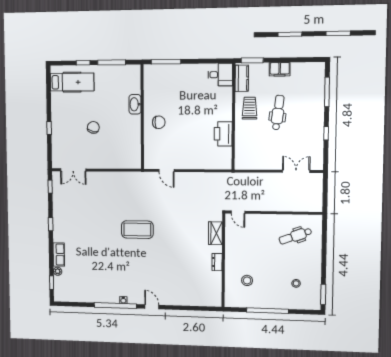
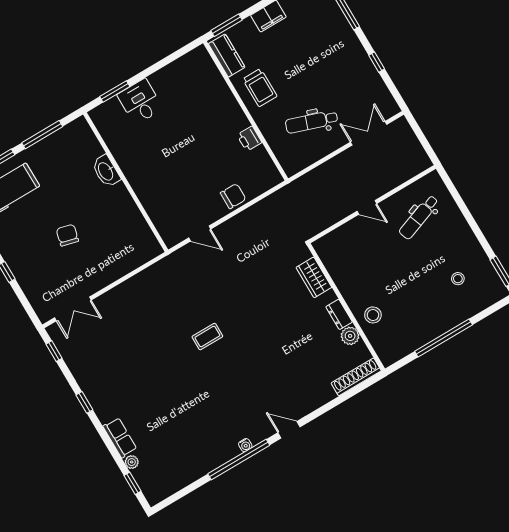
window: (166, 62) -> (115, 92), width x0.69
desk: (220, 75) -> (140, 102), moved, turned -90
trolley: (250, 108) -> (260, 88), turned 180
dental chair: (278, 113) -> (312, 122), moved, turned -78
chair: (159, 122) -> (233, 196), moved
printer: (223, 134) -> (249, 139), width x0.53, depth x0.68
door: (238, 212) -> (367, 207), moved
coffee table: (137, 230) -> (207, 337), width x0.54, depth x0.58
plant: (216, 277) -> (350, 336), added
stool: (247, 280) -> (373, 315), moved
shoe rack: (206, 302) -> (356, 377), added

